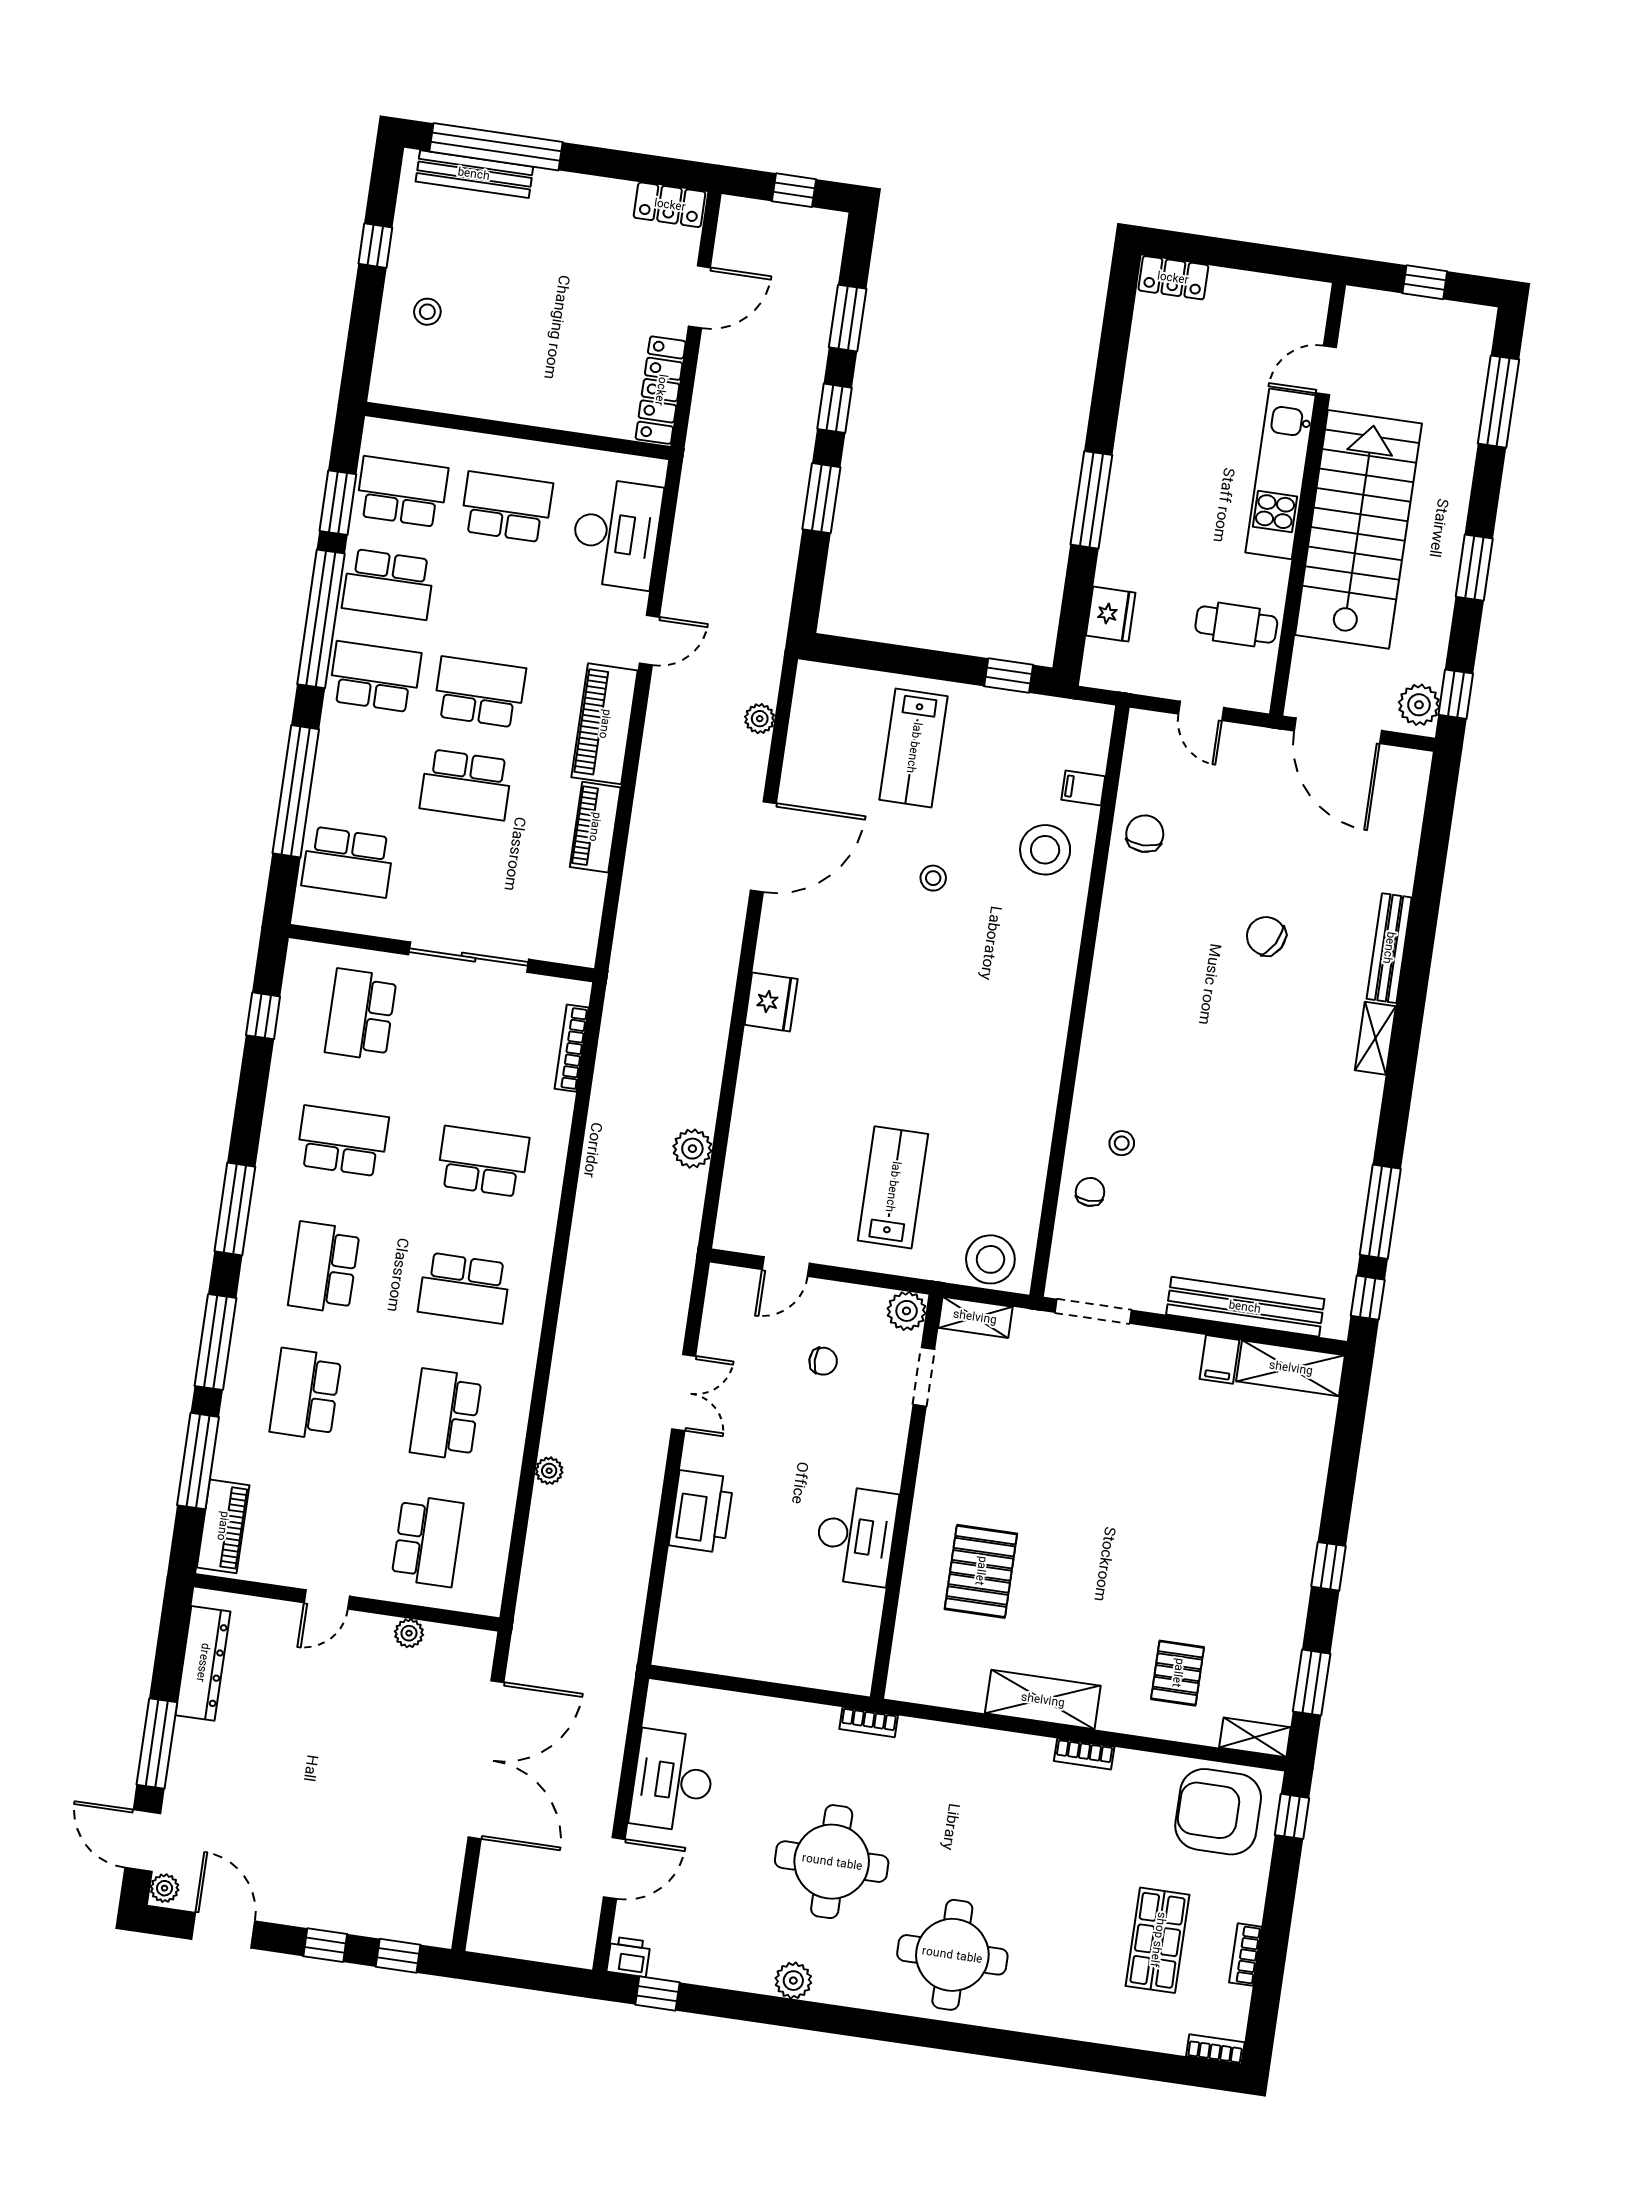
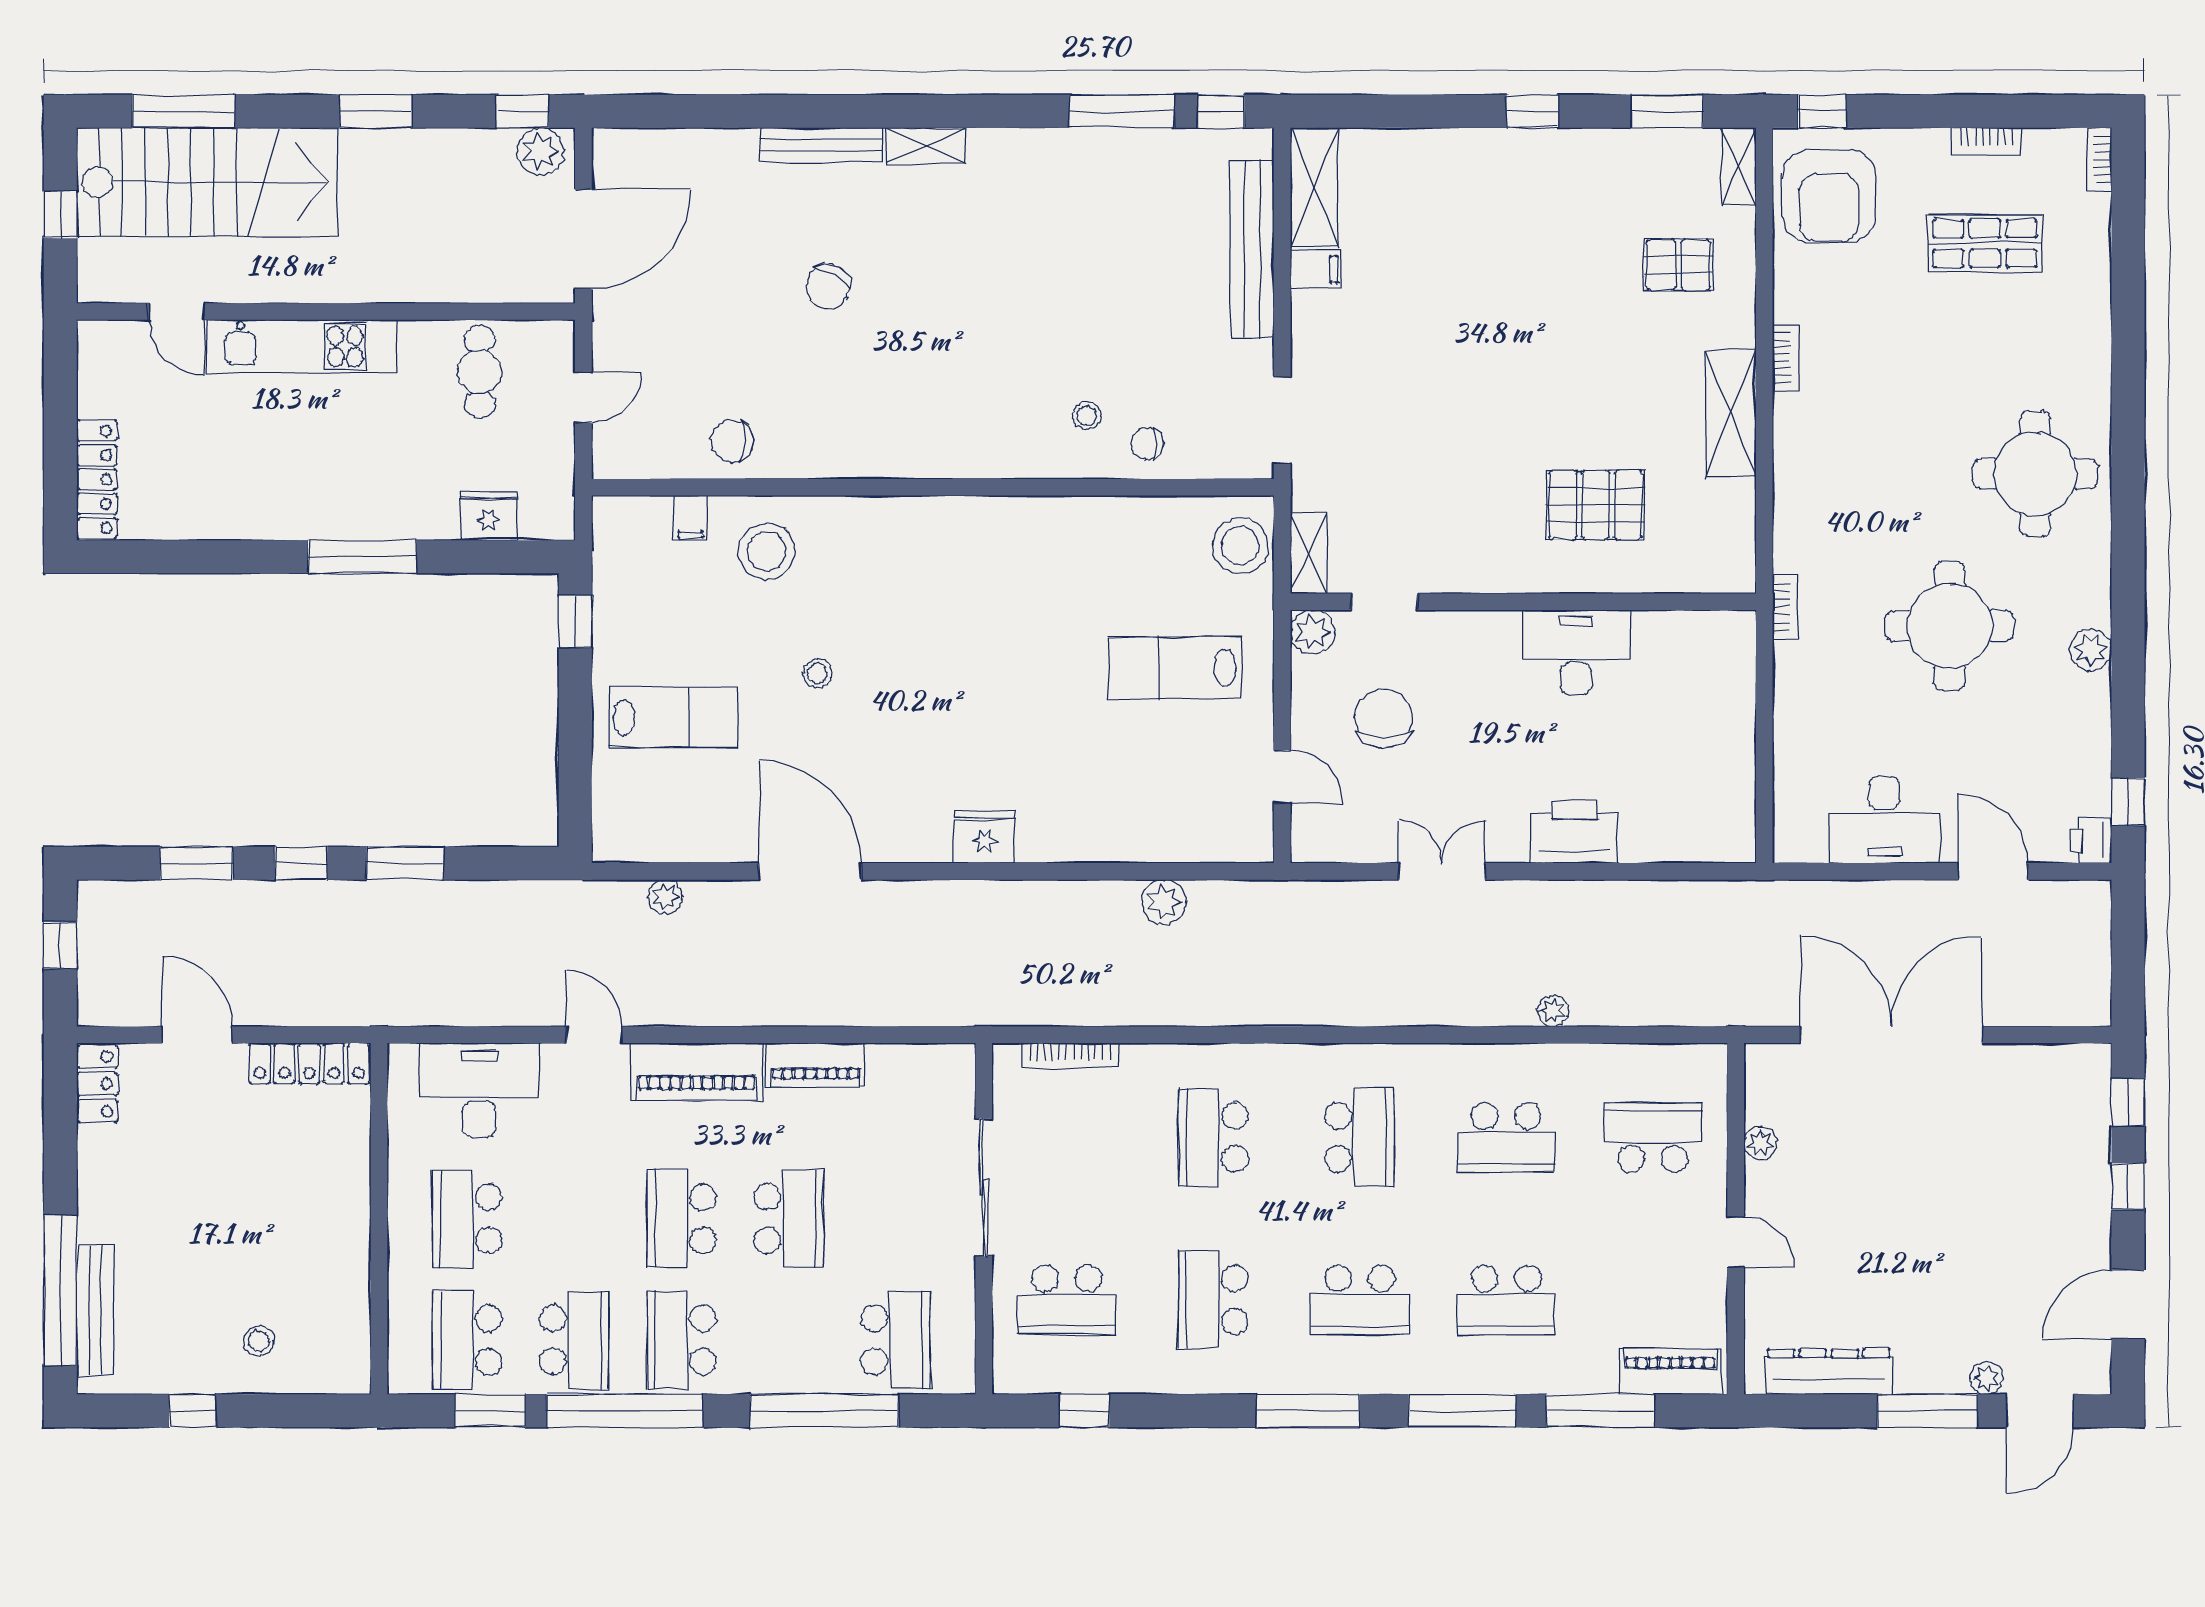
locker: (1173, 278) -> (97, 480), width x1.53
stairs: (1358, 529) -> (207, 182), moved, turned 180
chair: (823, 1361) -> (1383, 718), width x1.87, depth x1.87
plant: (165, 1888) -> (1986, 1378), moved

